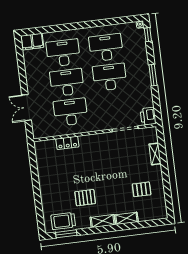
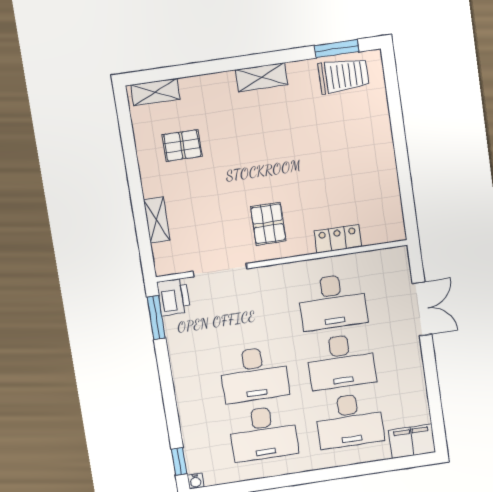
window: (153, 75) -> (156, 318), moved
pallet: (85, 198) -> (268, 224), moved, turned 90
shelving: (126, 218) -> (155, 92), moved

